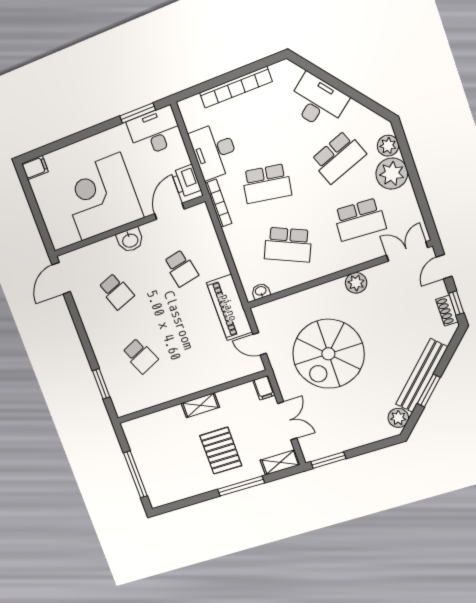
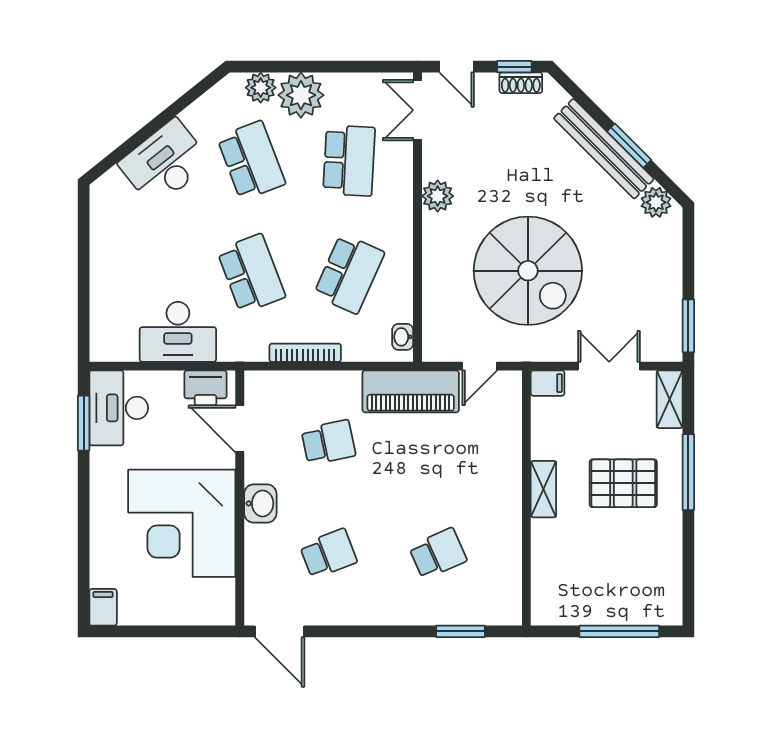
bookcase: (236, 87) -> (101, 269), removed
school desk: (267, 184) -> (251, 274), turned -30
bookcase: (218, 203) -> (305, 353), moved

